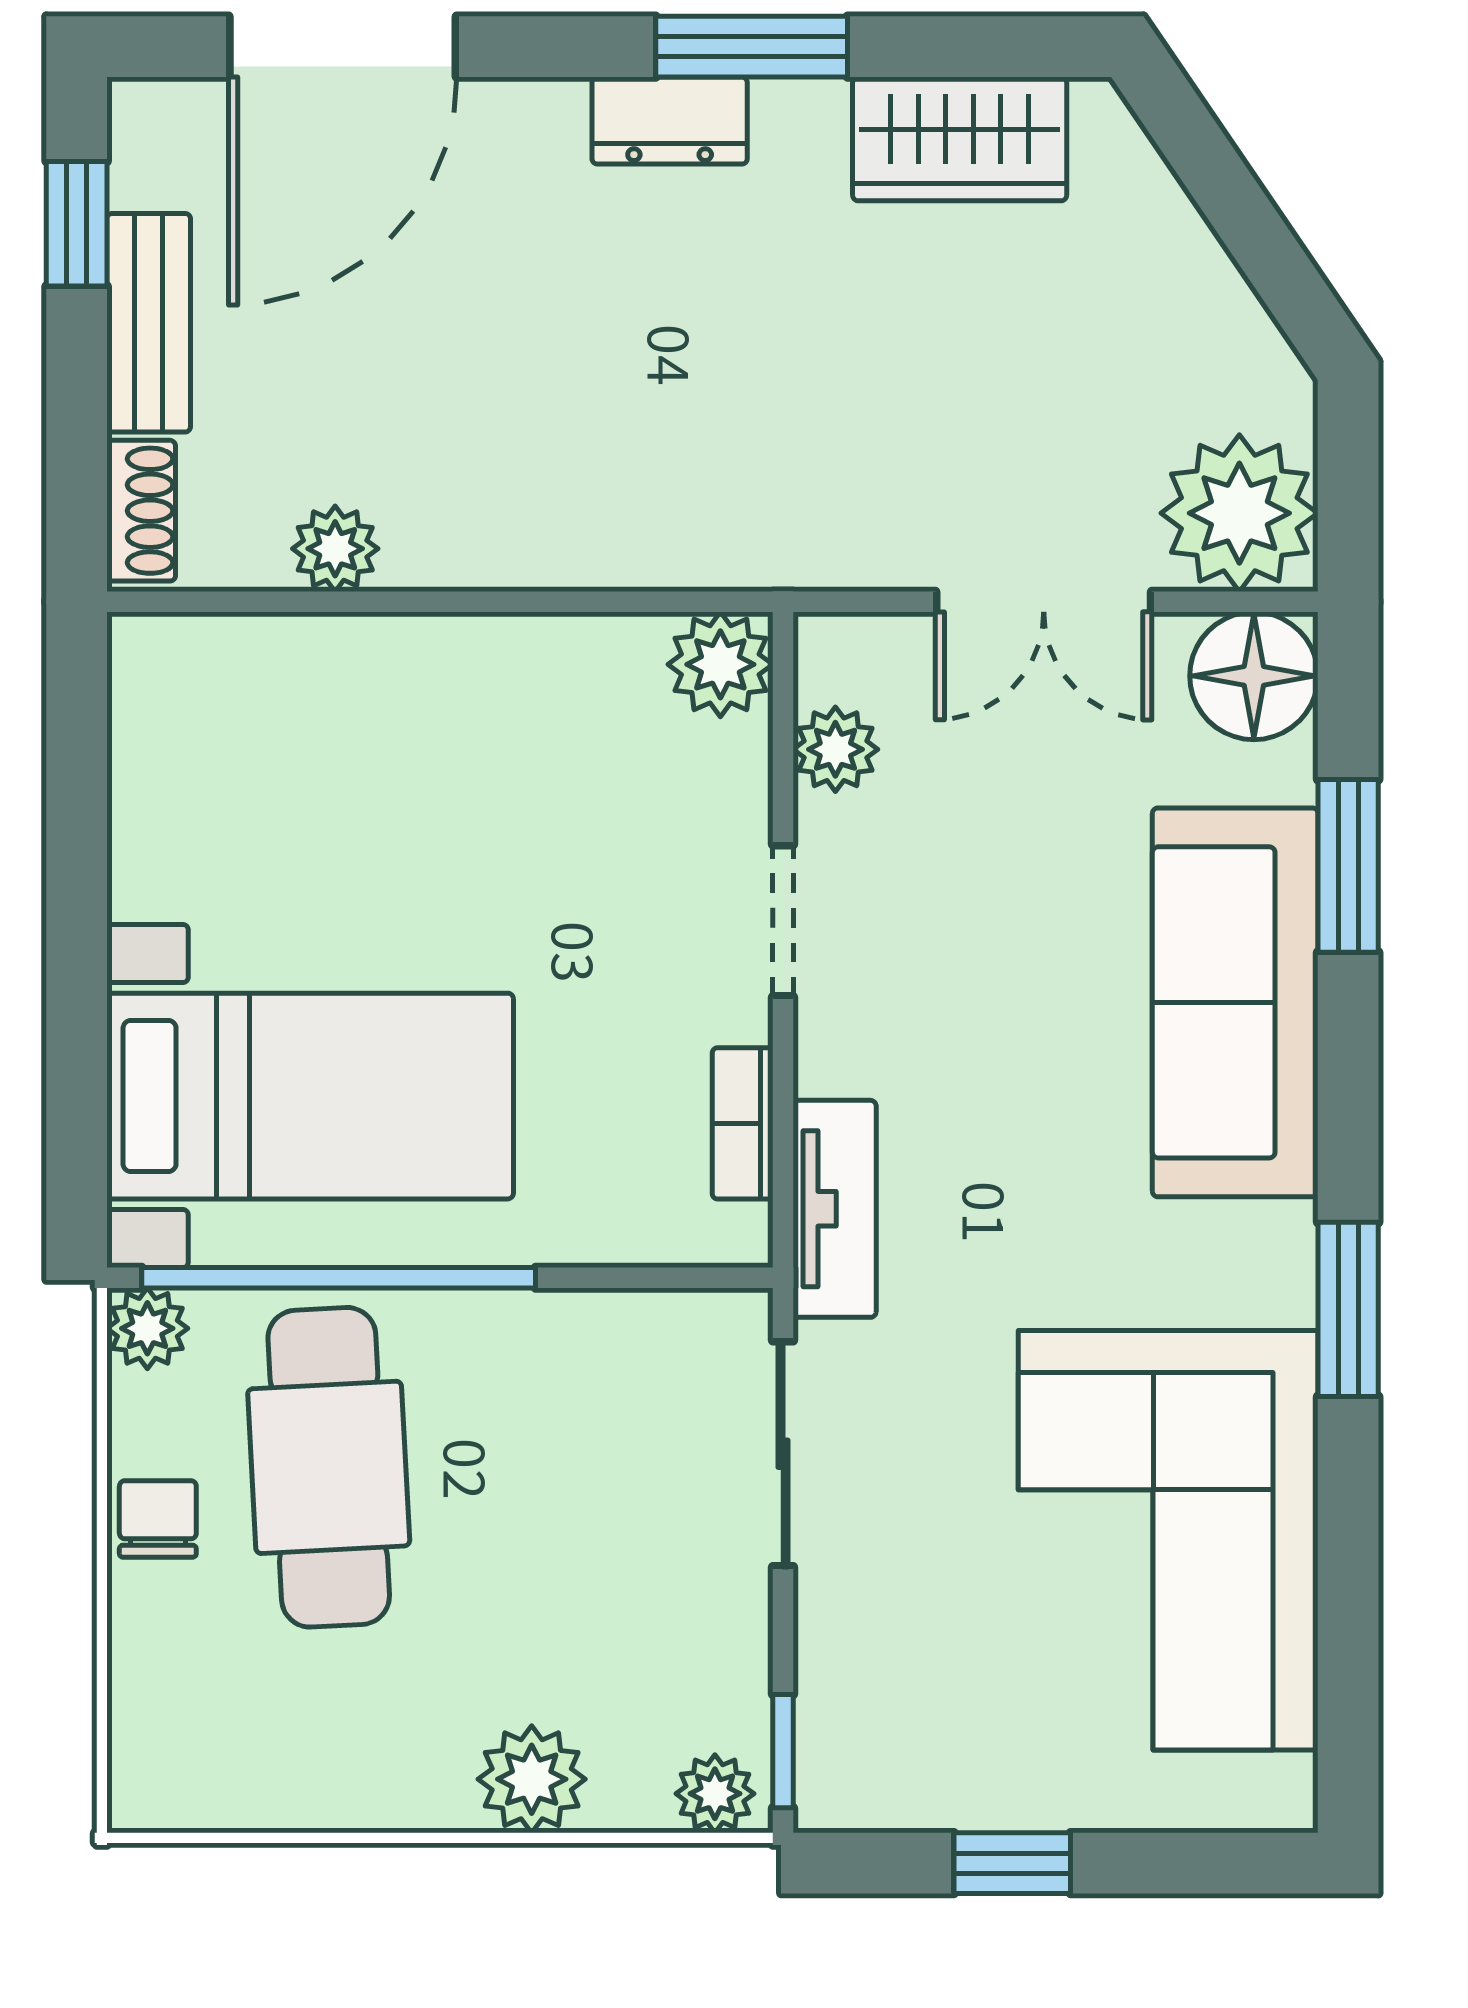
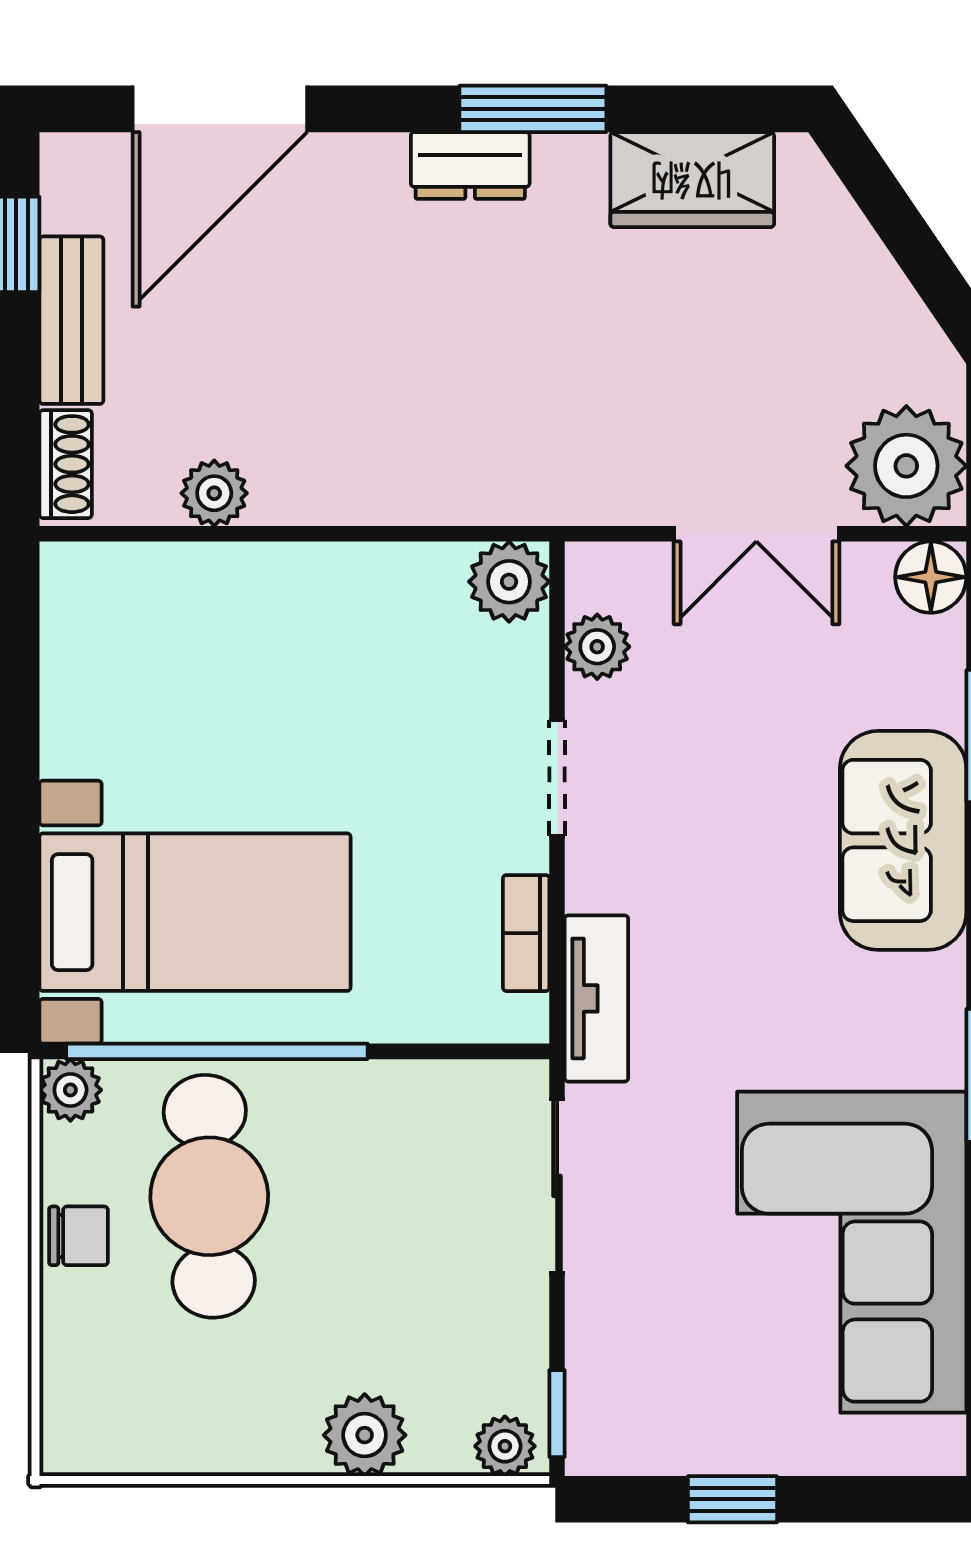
floor lamp: (1254, 676) -> (931, 577), width x0.73, depth x0.73
sofa: (1235, 1002) -> (903, 840), width x0.73
chair: (158, 1519) -> (78, 1236), turned 90

